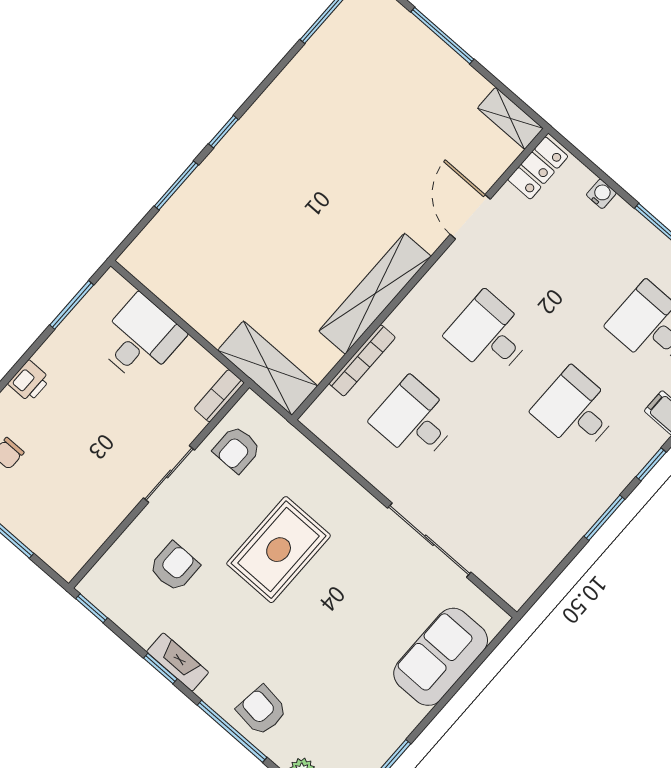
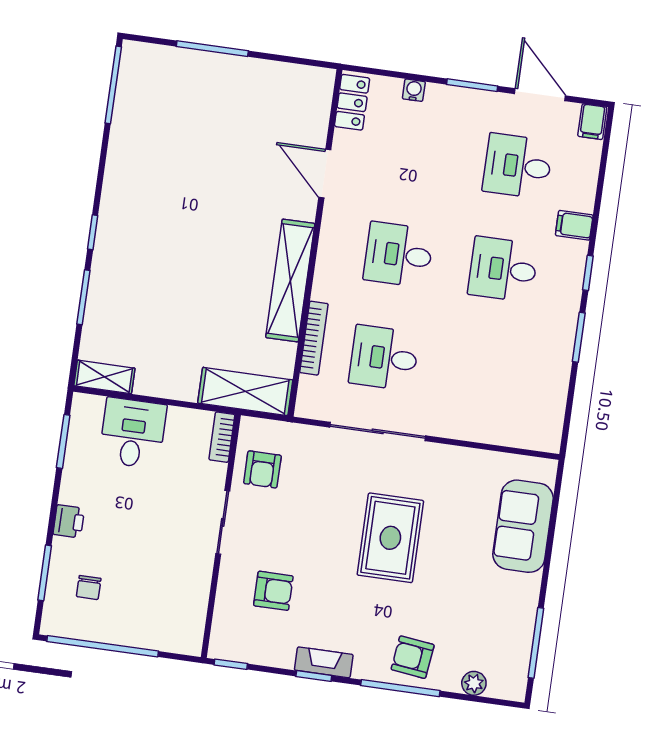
shelving: (510, 118) -> (104, 377), moved
sliding door: (429, 540) -> (378, 431), moved
rug: (279, 550) -> (390, 538), moved
armchair: (174, 567) -> (273, 591), turned 90

